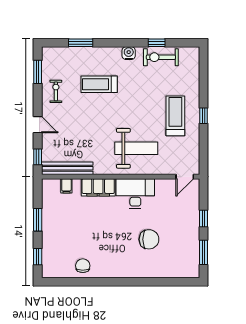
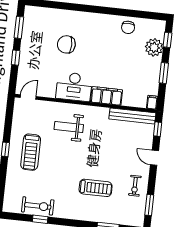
water cooler: (129, 53) -> (66, 213), removed
weight bench: (136, 148) -> (69, 127), width x0.73, depth x0.75
filing cabinet: (66, 186) -> (152, 102), moved
plant: (52, 247) -> (154, 47), added

